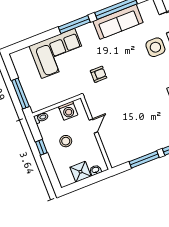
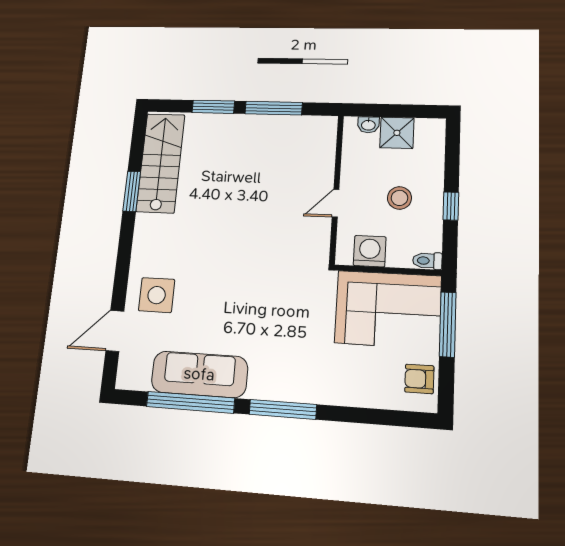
corner sofa: (58, 53) -> (388, 309), moved, turned 180
armchair: (99, 74) -> (419, 379), moved

